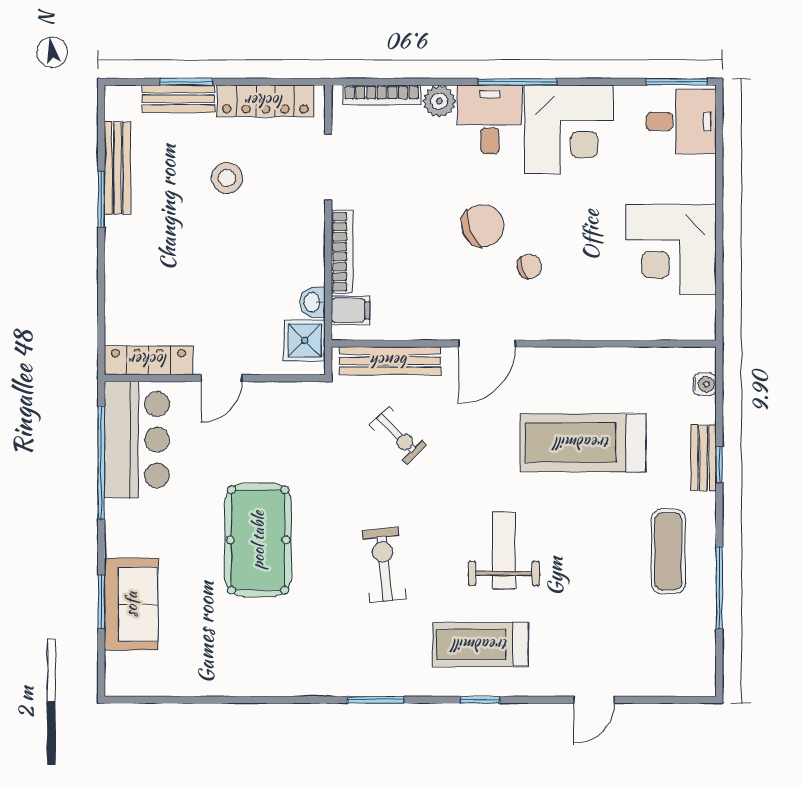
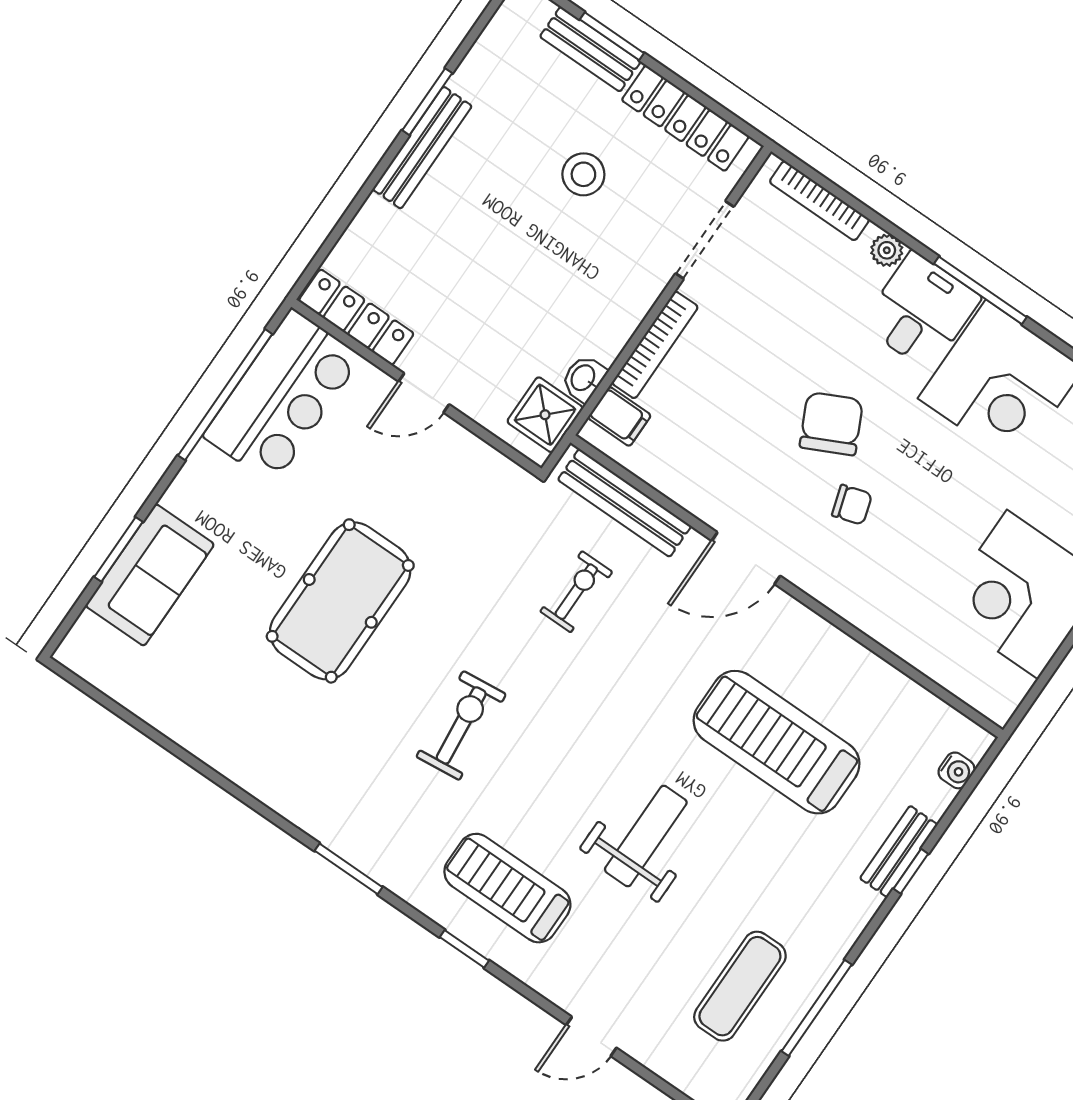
plant: (439, 101) -> (887, 250), width x0.73, depth x0.73
bench: (117, 168) -> (422, 148), moved
chair: (483, 226) -> (831, 424), turned -95
exercise bike: (398, 435) -> (576, 592), turned -136
weight bench: (504, 550) -> (646, 836), moved
exercise mat: (668, 551) -> (740, 986), moved

